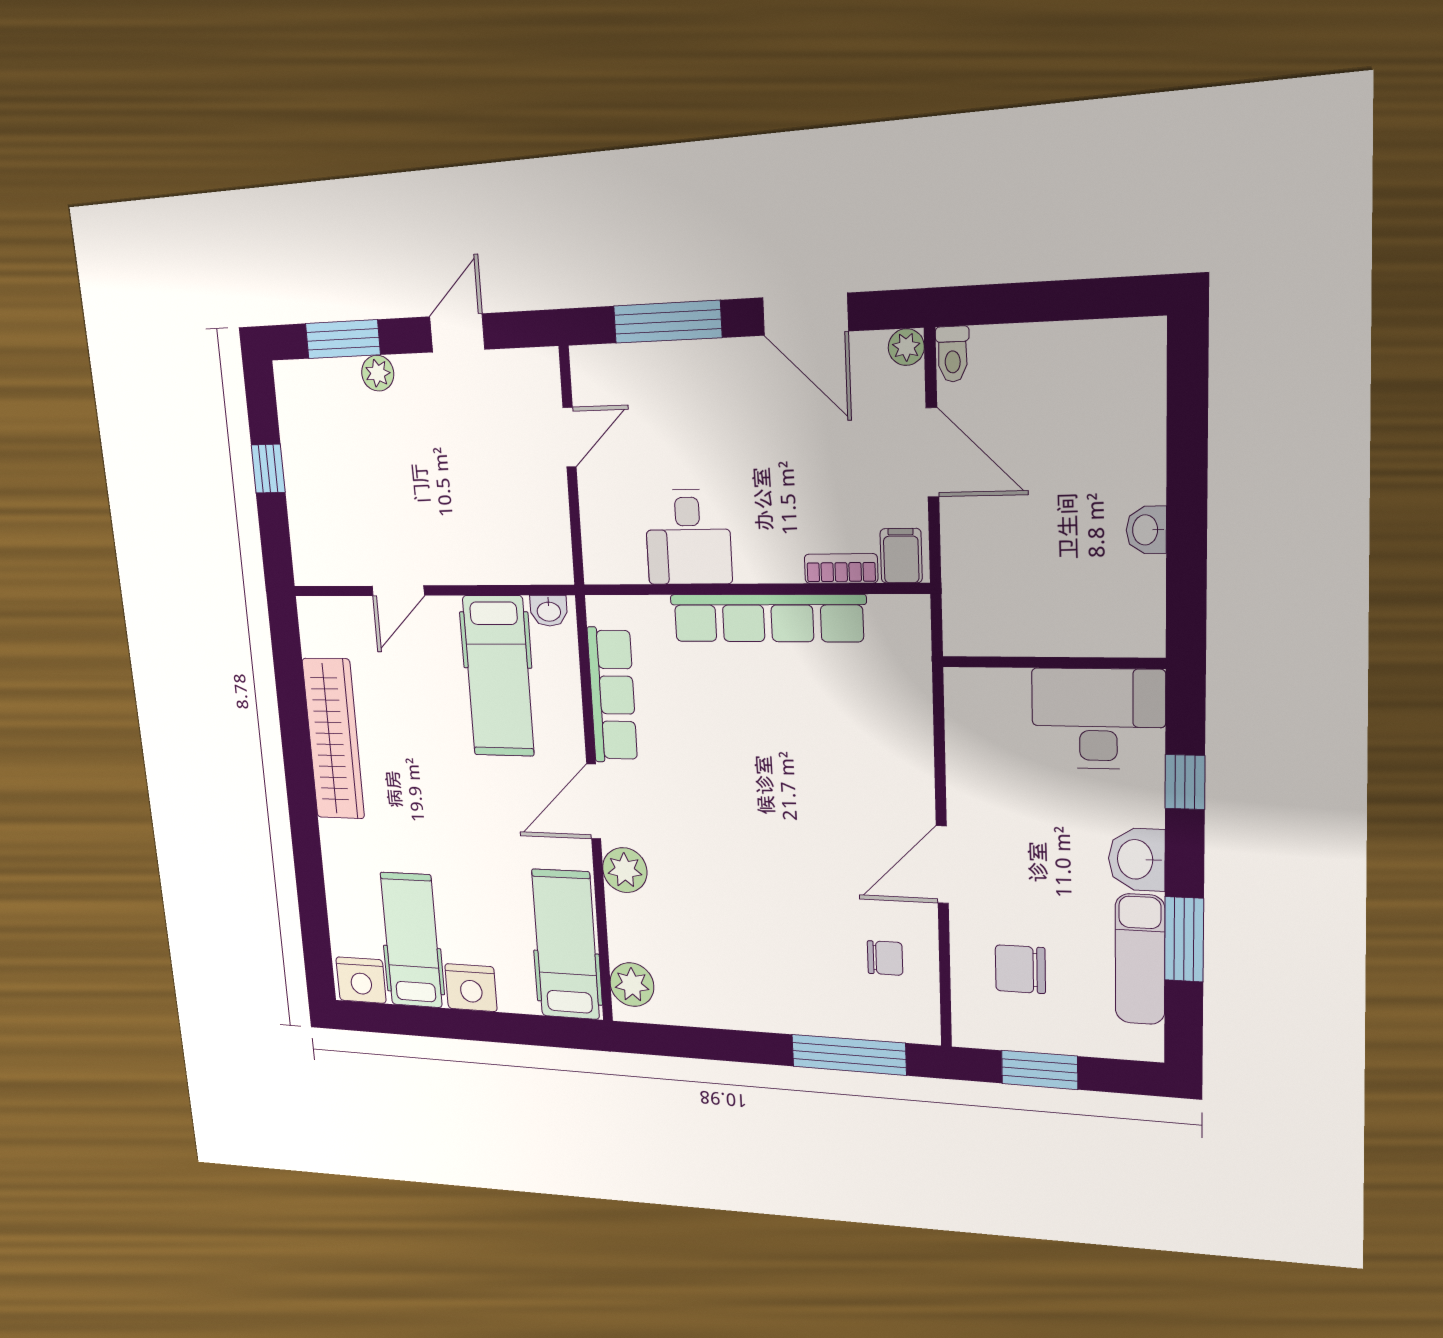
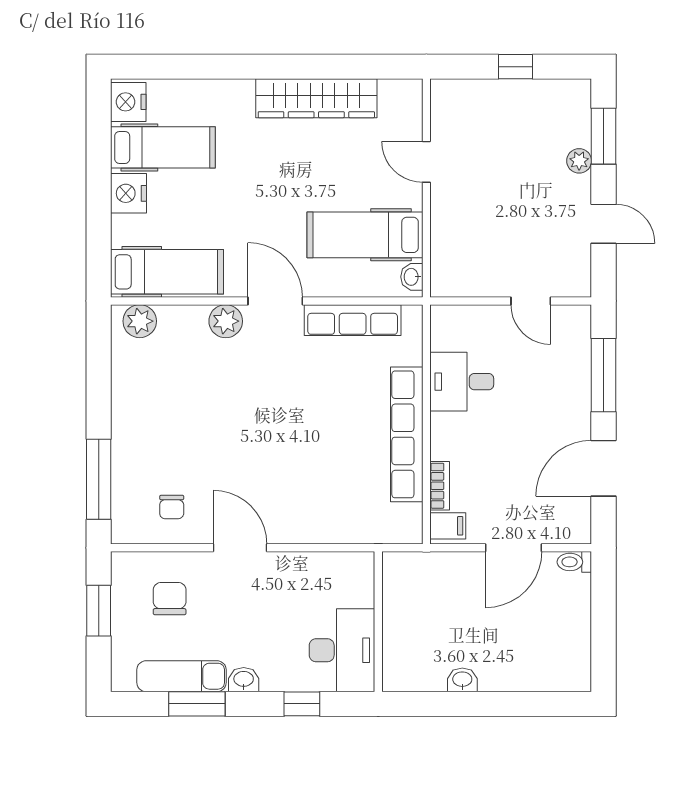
plant: (906, 347) -> (580, 533), removed
washbasin: (1137, 859) -> (244, 680), width x0.72, depth x0.69

